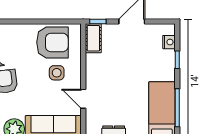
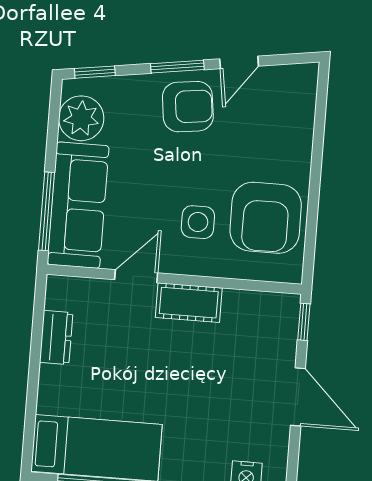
cot: (93, 38) -> (189, 303), moved

